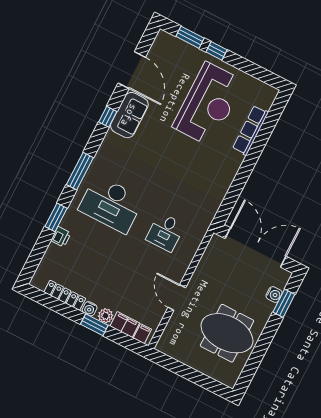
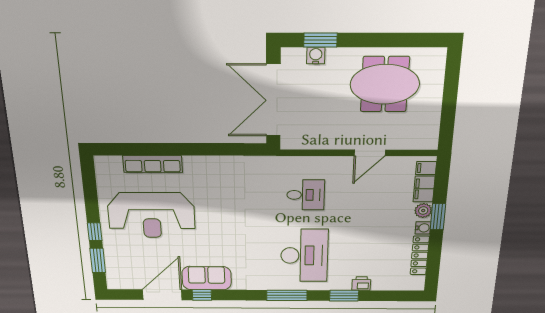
reception desk: (208, 104) -> (151, 215), turned 180
window: (108, 117) -> (202, 295), moved
meeting table: (227, 333) -> (385, 84), turned 90

